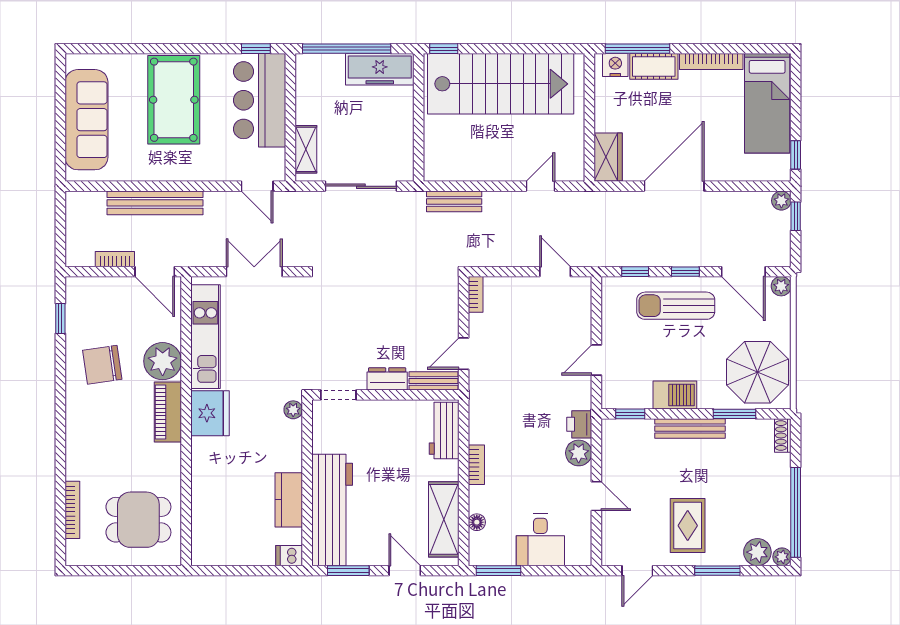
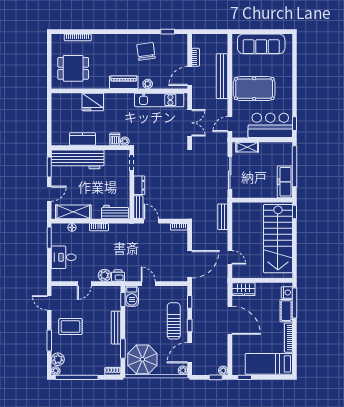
pool table: (174, 100) -> (254, 89), moved
door: (555, 272) -> (190, 264), width x1.87
plant: (163, 361) -> (148, 84), width x0.53, depth x0.53
barbecue: (675, 395) -> (132, 296), moved
fridge: (210, 413) -> (93, 102), moved
dining table: (138, 520) -> (73, 68), turned 90
dishwasher: (289, 556) -> (115, 139), moved

